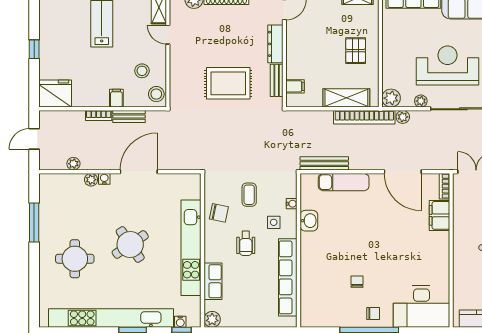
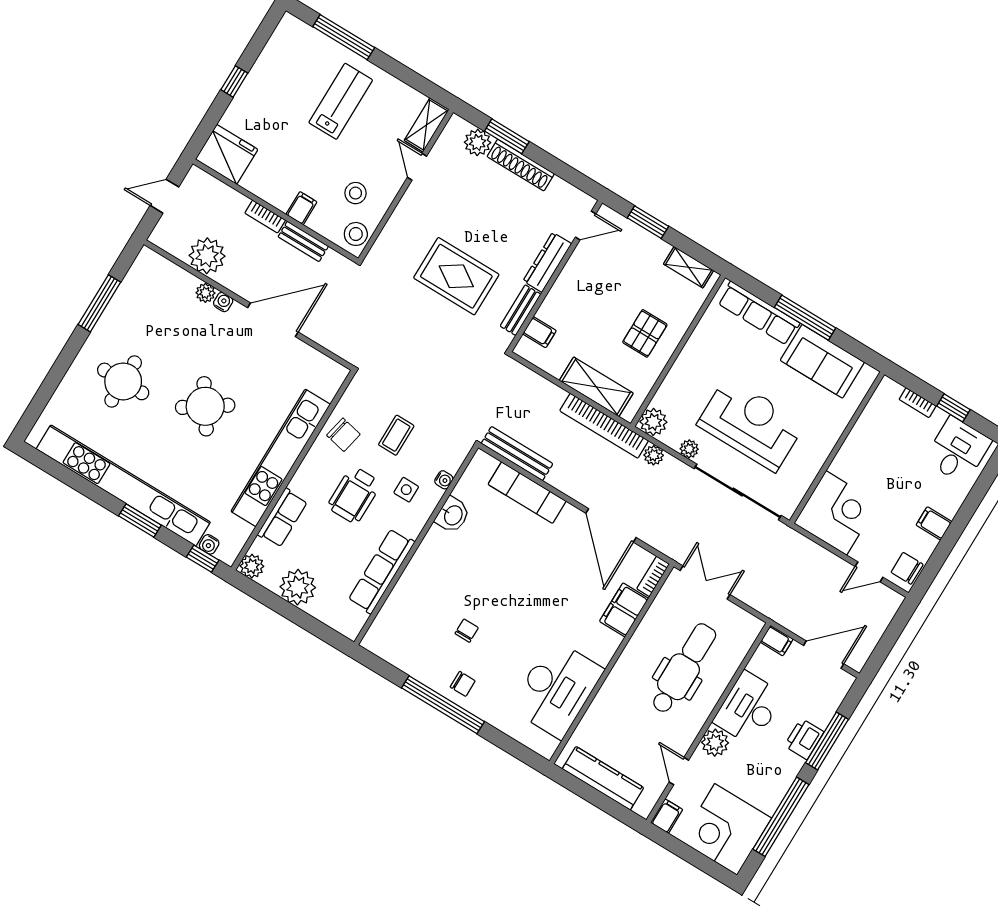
plant: (73, 164) -> (207, 256), width x1.87, depth x1.87
wheelchair: (246, 243) -> (354, 495), width x1.36, depth x1.37
row of seats: (288, 277) -> (381, 571), width x0.73
desk: (421, 306) -> (557, 689), moved, turned -90
plant: (246, 315) -> (298, 587), added

